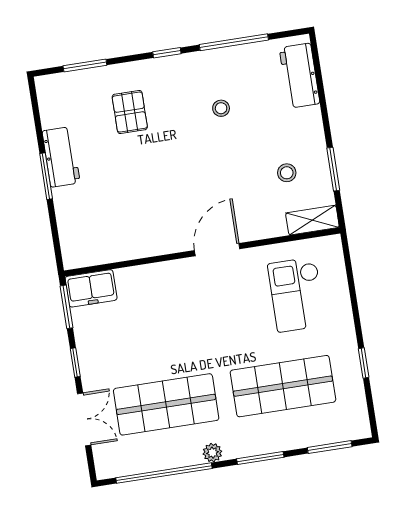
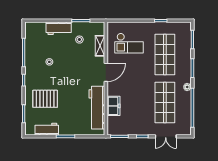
workbench: (300, 76) -> (59, 28), moved
pallet: (130, 112) -> (45, 99), width x1.50, depth x1.42
workbench: (61, 157) -> (47, 129), moved
shelving: (312, 220) -> (100, 46), moved
workbench: (128, 241) -> (97, 108), added
door: (217, 250) -> (106, 72), swing flipped
freezer: (91, 288) -> (114, 106), moved
double door: (84, 419) -> (166, 136), swing flipped

